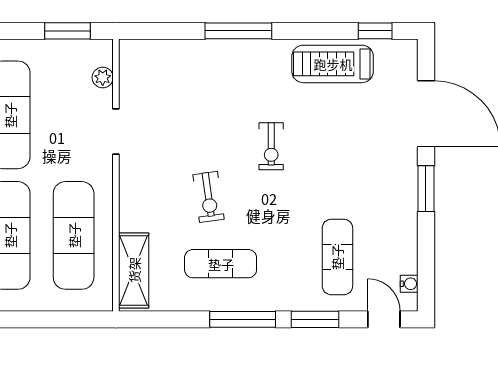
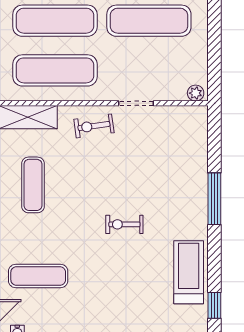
window: (68, 31) -> (214, 66), removed
plant: (103, 78) -> (196, 93), moved
exercise bike: (208, 197) -> (94, 126), moved

